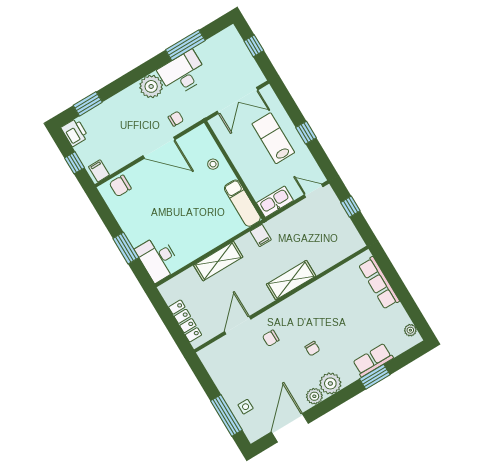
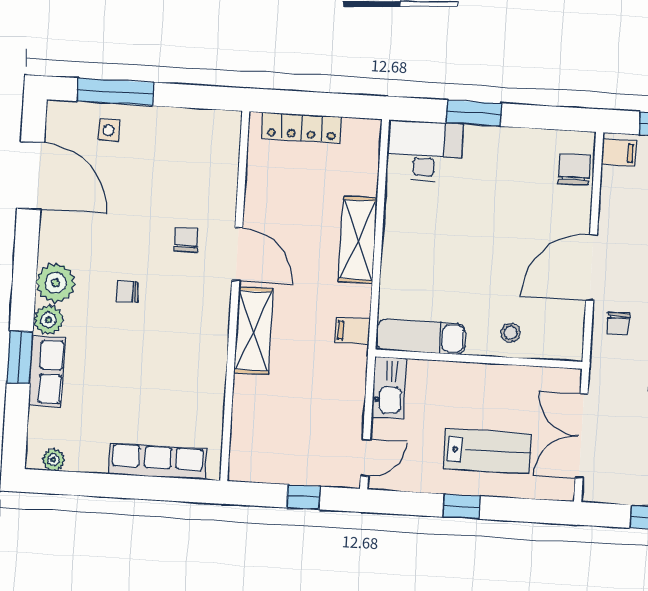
door: (238, 325) -> (237, 254), moved
plant: (314, 396) -> (48, 320), moved

